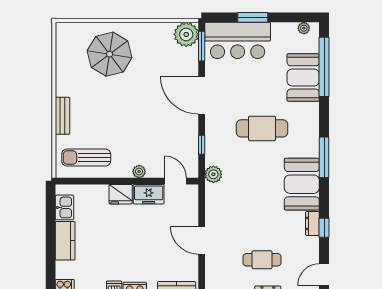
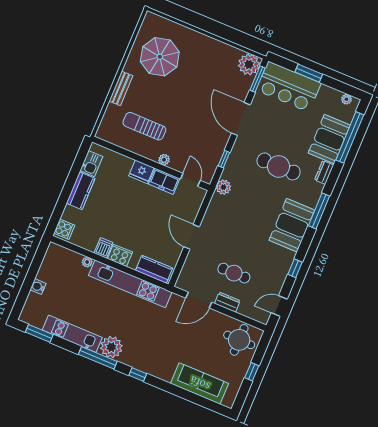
parasol: (110, 54) -> (160, 57), moved
sun lounger: (86, 158) -> (144, 126), moved
dresser: (312, 223) -> (324, 172), moved

